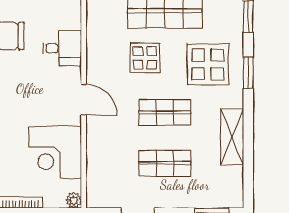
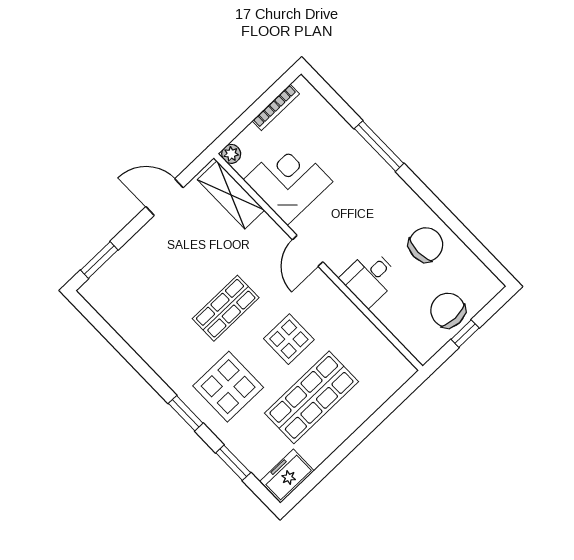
door: (84, 100) -> (308, 251), hinge flipped
shelving: (232, 137) -> (231, 195), moved
shop shelf: (165, 163) -> (183, 264), removed

